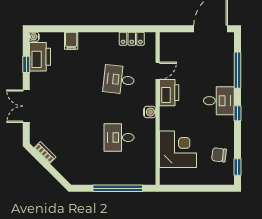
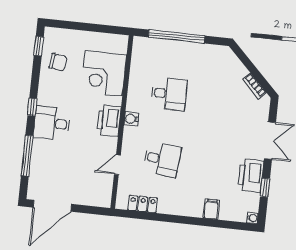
printer: (40, 57) -> (251, 176), moved
printer: (169, 93) -> (109, 121), moved

